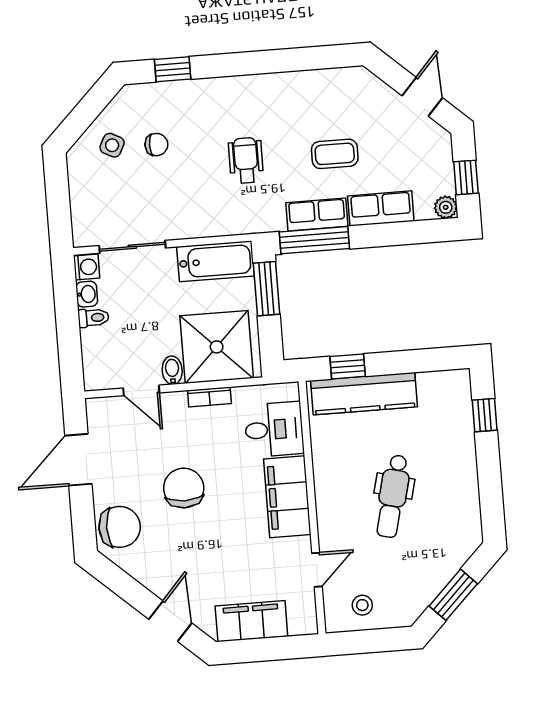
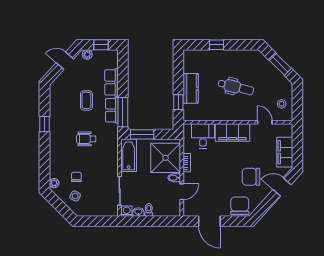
window: (173, 69) -> (45, 124), moved
plant: (138, 94) -> (54, 183), added
plant: (446, 207) -> (87, 54), moved
kitchen counter: (364, 394) -> (191, 88), width x0.67
window: (485, 415) -> (216, 45), moved
chair: (184, 488) -> (251, 177), moved

